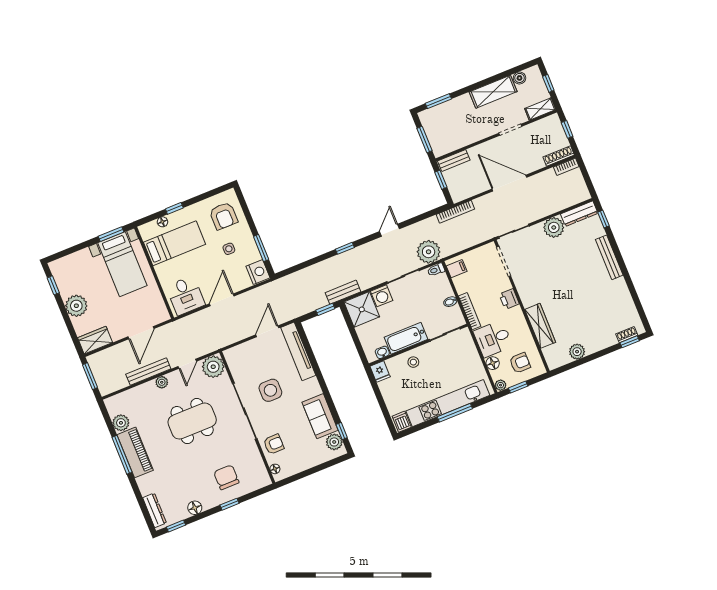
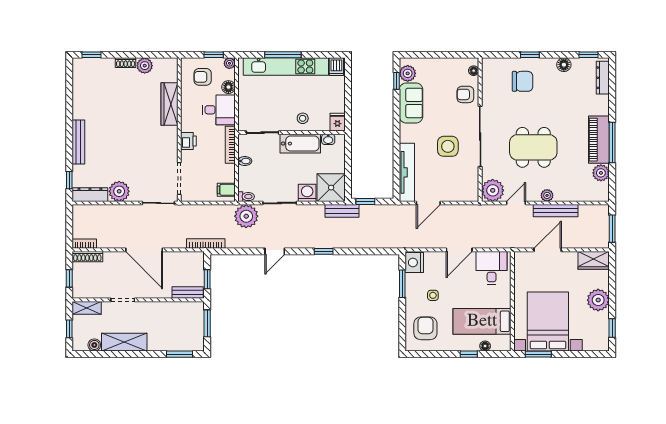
bed with nightstands: (122, 264) -> (548, 322), width x1.36
shoe rack: (627, 335) -> (126, 63), moved
chair: (226, 477) -> (523, 81), turned -90

